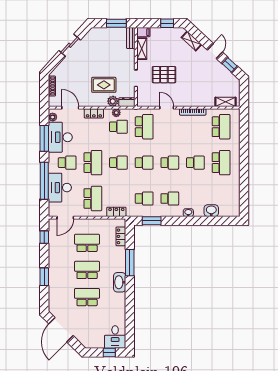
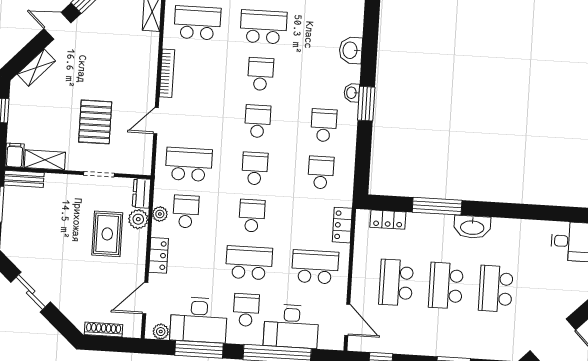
window: (152, 221) -> (366, 104), moved

